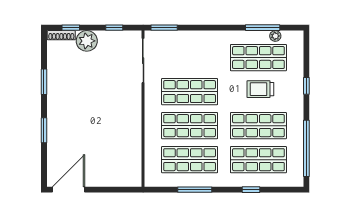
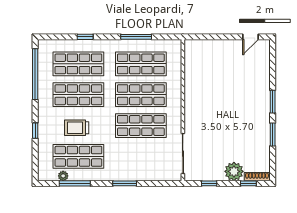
window: (164, 28) -> (125, 183), moved
trolley: (260, 89) -> (77, 128), turned 180
window: (44, 130) -> (273, 102), moved
door: (69, 190) -> (250, 37), width x0.53

